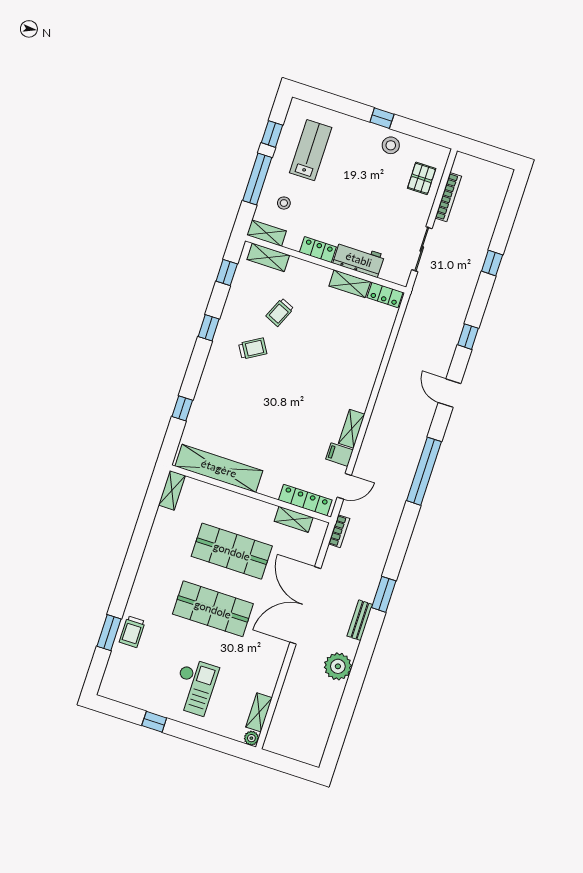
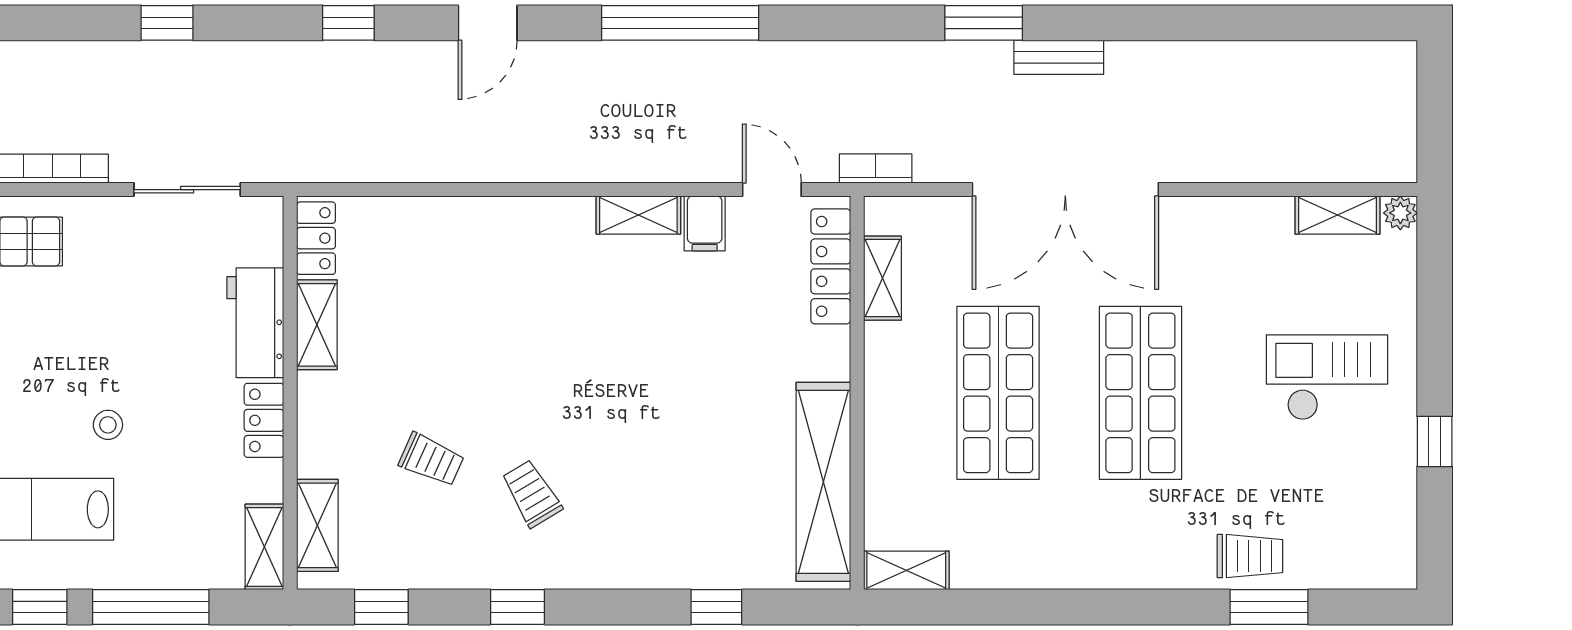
stool: (284, 203) -> (108, 425), moved
plant: (338, 666) -> (1178, 73), removed

